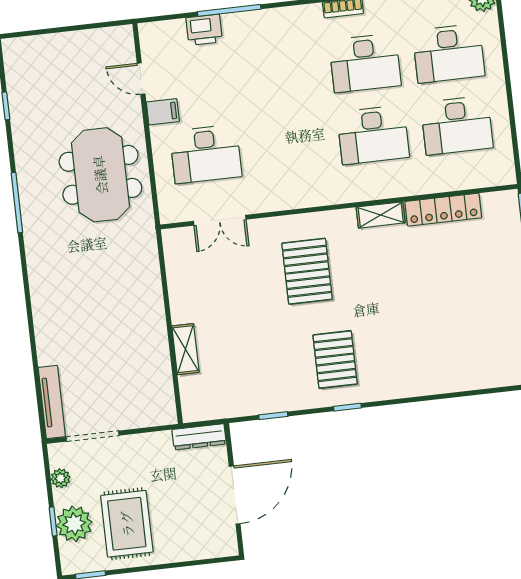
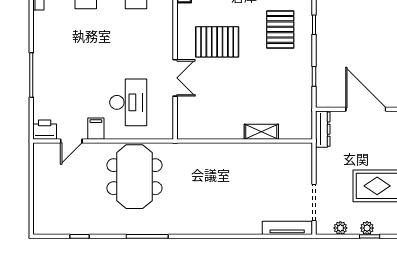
printer: (204, 30) -> (45, 130), moved, turned -90
meeting table: (100, 175) -> (134, 177), turned 90
double door: (220, 220) -> (175, 78), moved
pallet: (335, 360) -> (280, 29), turned 90
plant: (74, 524) -> (367, 228), width x0.53, depth x0.53

